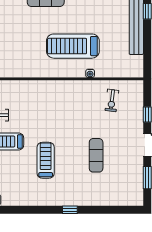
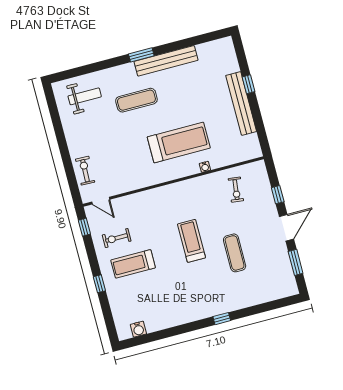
treadmill: (73, 46) -> (179, 142), turned 180
treadmill: (46, 160) -> (191, 241), moved

